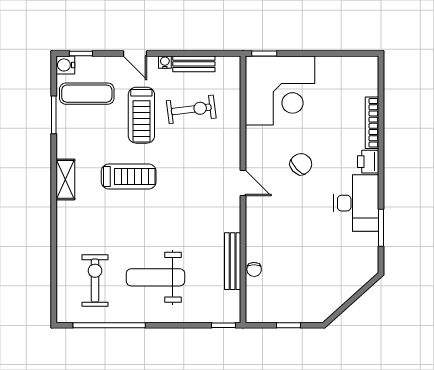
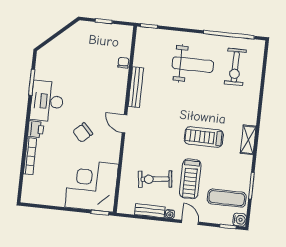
treadmill: (141, 115) -> (190, 179), turned 180
bench: (233, 261) -> (136, 87), moved

